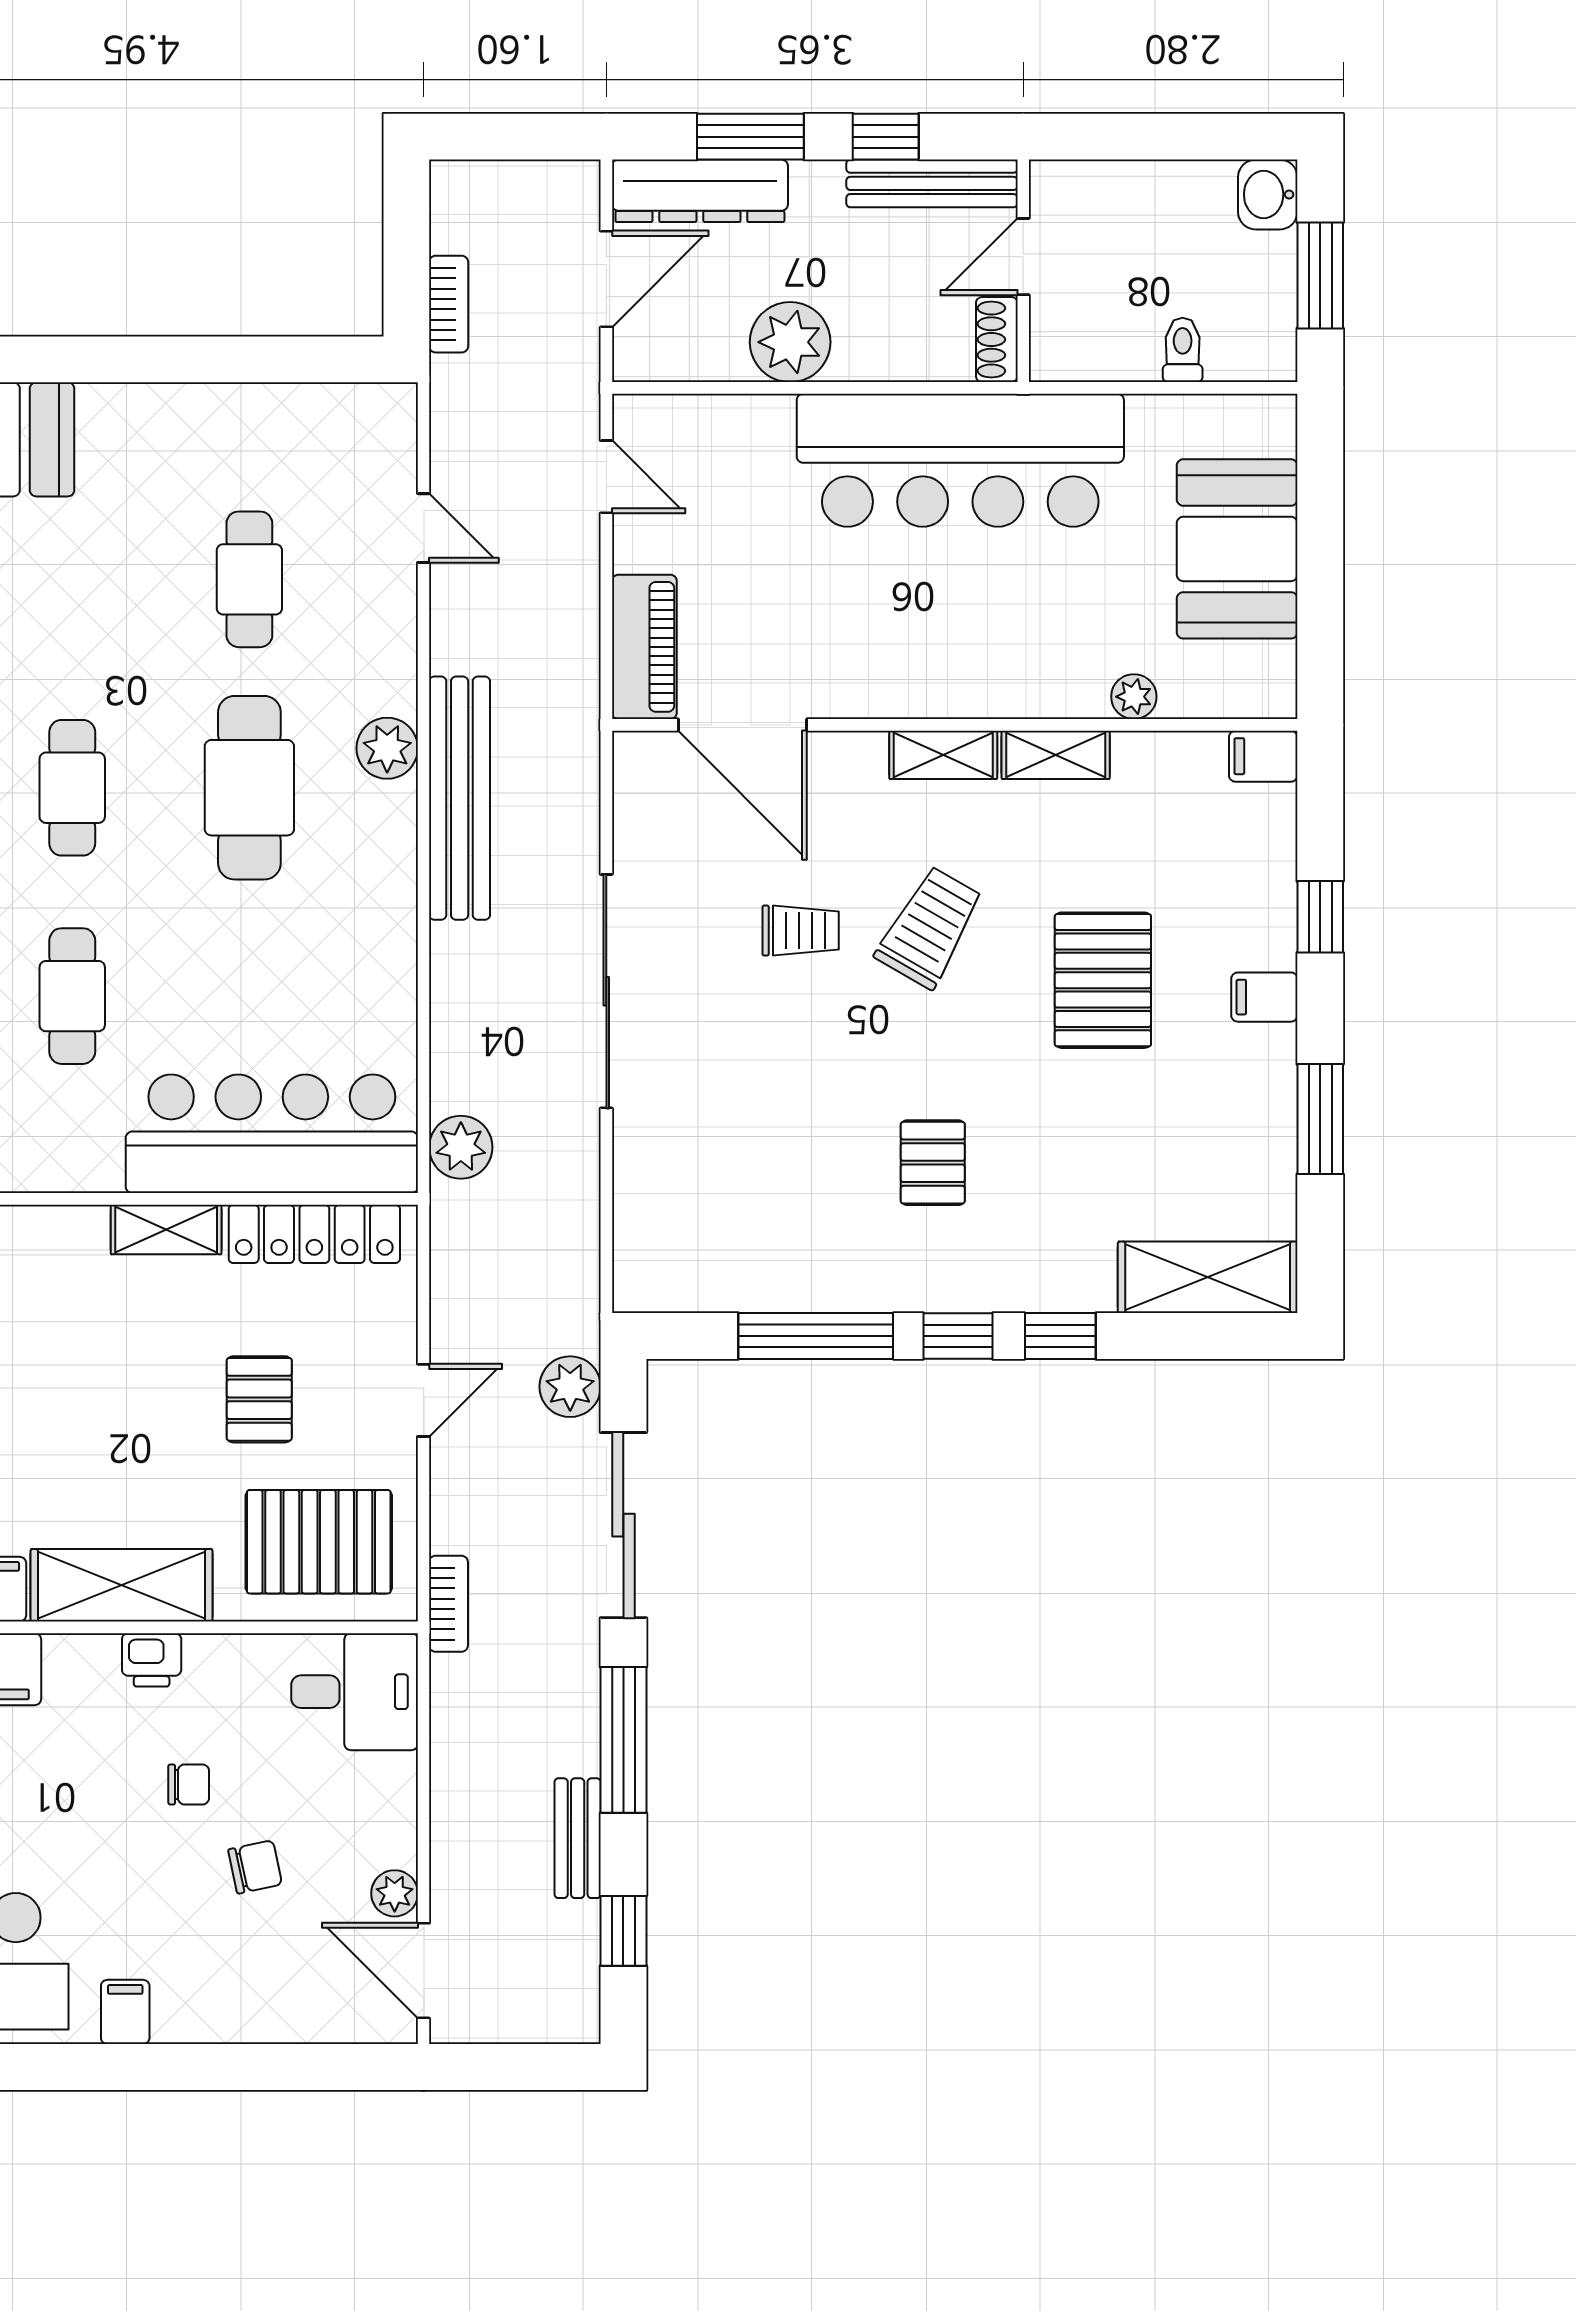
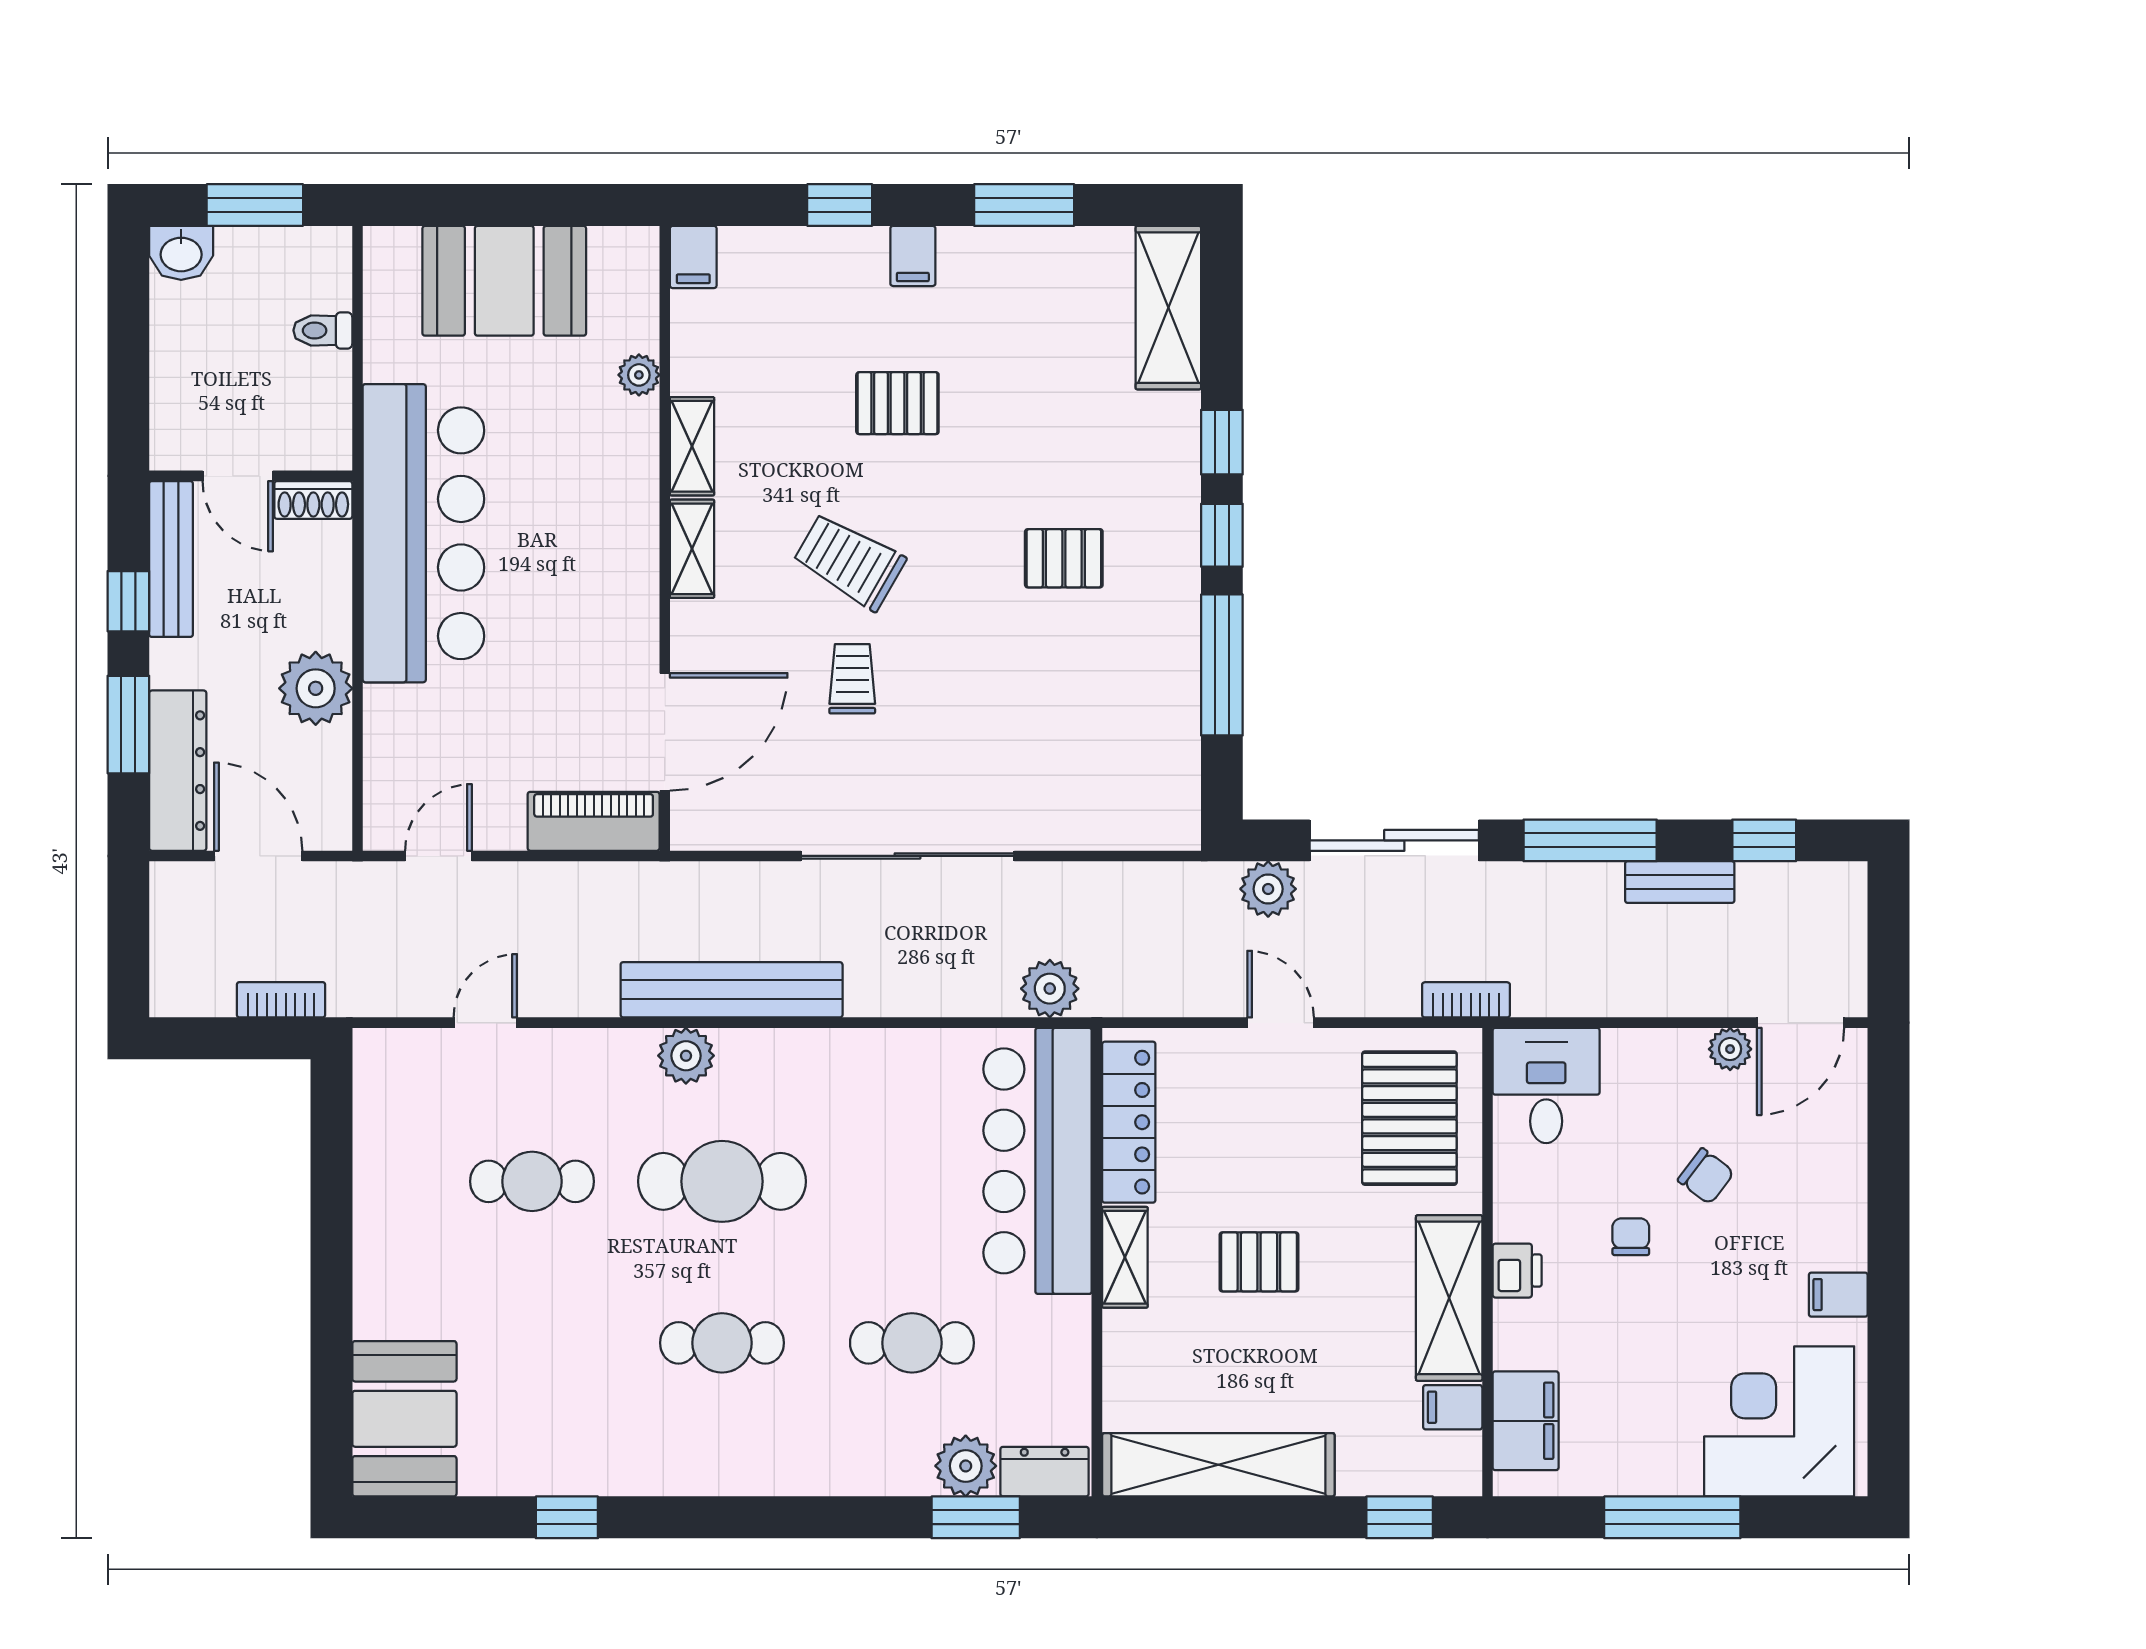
pallet: (1103, 980) -> (897, 403), width x0.67, depth x0.71
pallet: (259, 1399) -> (1259, 1262), moved
chair: (255, 1867) -> (1706, 1176), turned 139

